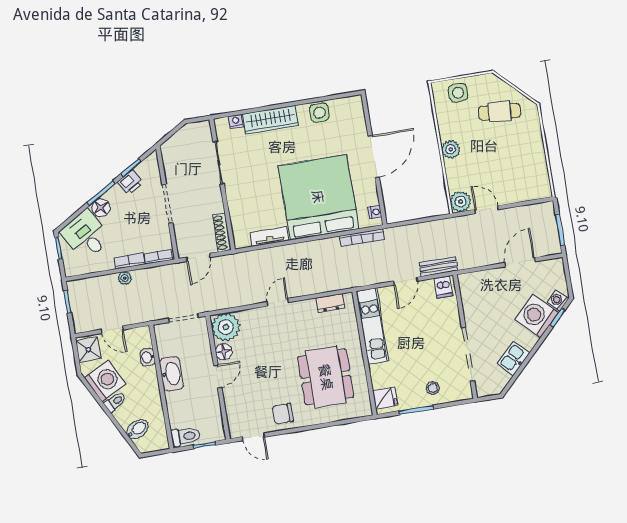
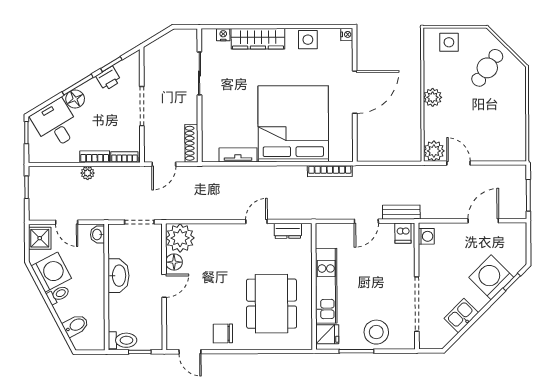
cafe table: (500, 112) -> (487, 68), turned -59
nightstand: (375, 212) -> (347, 34), moved
washing machine: (558, 300) -> (426, 236), moved, turned 135
door: (278, 302) -> (256, 222), moved
kitchen unit: (372, 326) -> (326, 286), moved
washbasin: (148, 357) -> (97, 235), moved
stool: (433, 388) -> (376, 332), width x1.89, depth x1.89

